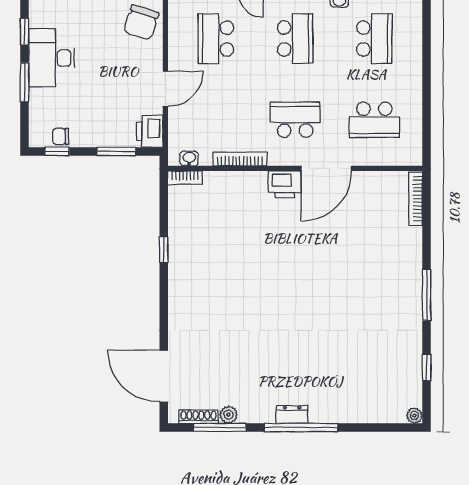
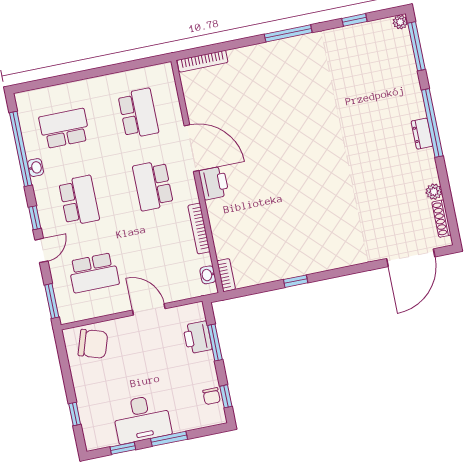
school desk: (295, 39) -> (79, 201), turned 90
printer: (150, 131) -> (197, 337), moved, turned 90
window: (220, 428) -> (417, 46), moved

